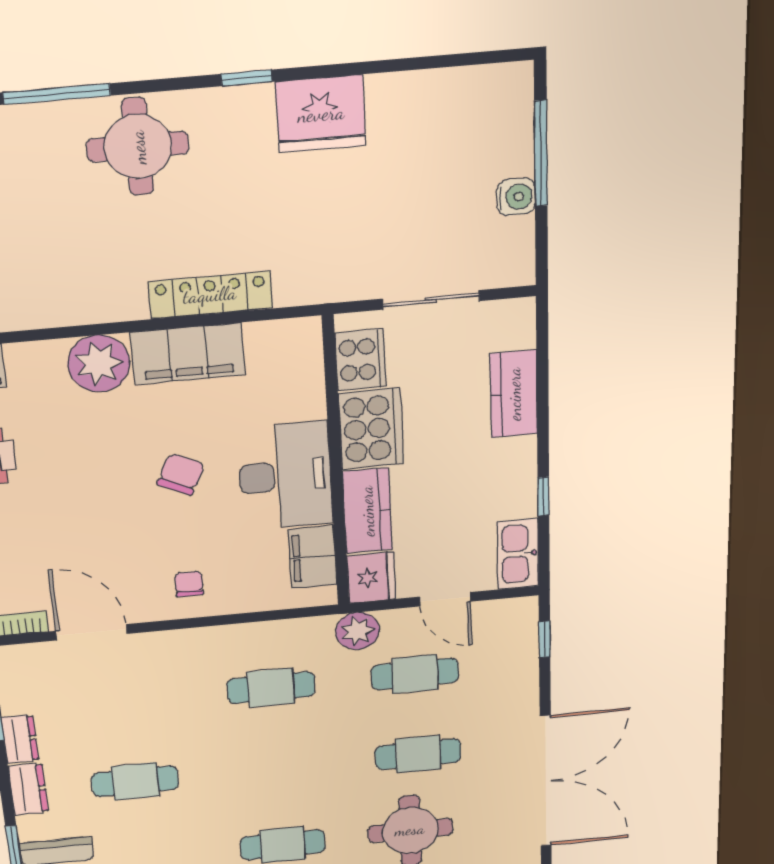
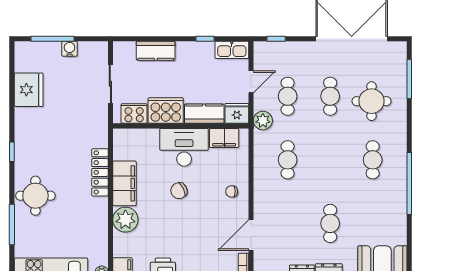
fridge: (321, 114) -> (29, 90), moved
chair: (181, 474) -> (179, 191), turned -53

